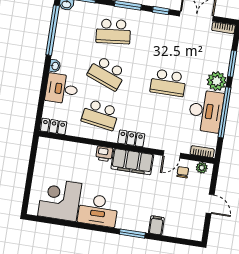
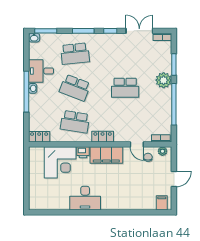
window: (53, 30) -> (26, 92), moved
desk: (62, 89) -> (41, 71), moved
desk: (206, 111) -> (159, 105), removed
door: (172, 154) -> (137, 144), hinge flipped
corner desk: (60, 200) -> (60, 162), moved, turned 180
door: (210, 204) -> (174, 179), hinge flipped
filing cabinet: (156, 225) -> (162, 203), moved
window: (132, 234) -> (115, 212), removed

